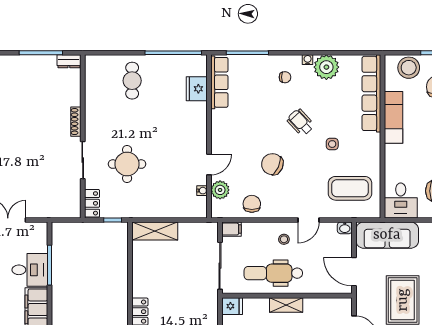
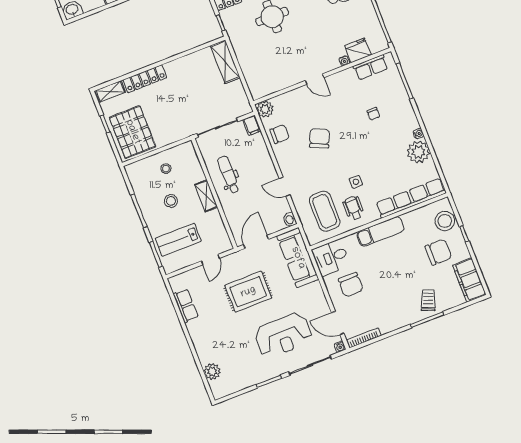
chair: (285, 77) -> (373, 114), moved
row of seats: (219, 82) -> (371, 67), width x0.68
exam couch: (393, 117) -> (380, 231), moved
wheelchair: (301, 122) -> (353, 208), moved, turned -47
door: (209, 165) -> (315, 79), moved
plant: (220, 190) -> (265, 109), moved
water cooler: (202, 191) -> (344, 61), moved
stool: (284, 239) -> (260, 173), removed
dental chair: (273, 273) -> (229, 175), width x0.73, depth x0.72
fridge: (232, 306) -> (188, 151), removed

